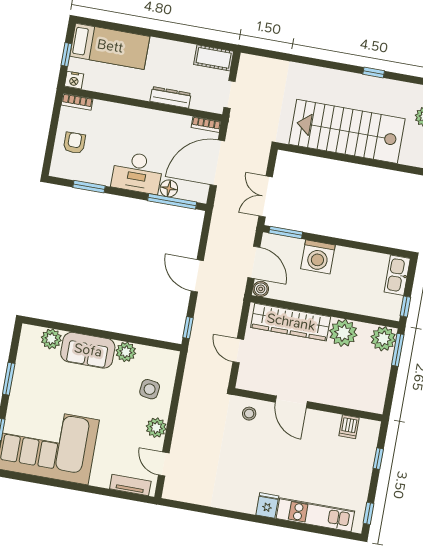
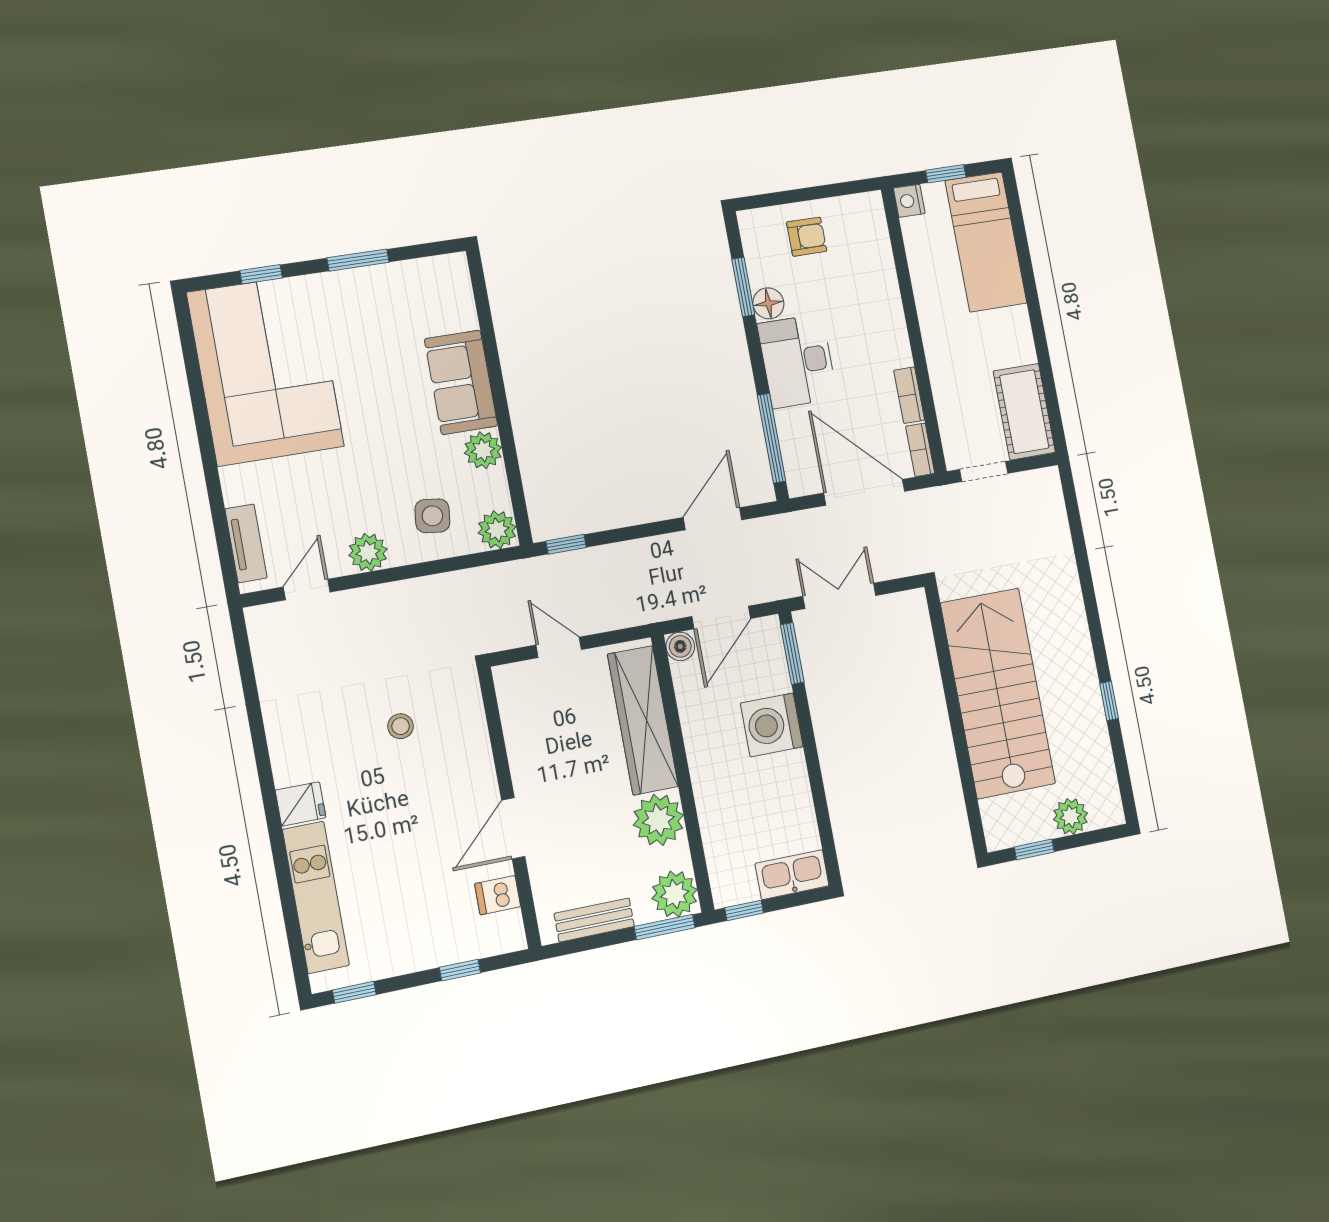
cot: (214, 58) -> (1024, 412), width x1.37, depth x1.34
dresser: (170, 97) -> (942, 373), removed
bookcase: (77, 102) -> (909, 395), moved
floor lamp: (169, 188) -> (768, 303), moved
door: (197, 276) -> (713, 519), moved
plant: (51, 339) -> (497, 530), moved
door: (238, 351) -> (559, 647), hinge flipped
bench: (380, 384) -> (594, 920), added
door: (291, 402) -> (513, 828), moved
stool: (249, 414) -> (401, 726), moved

